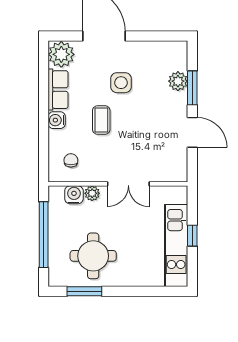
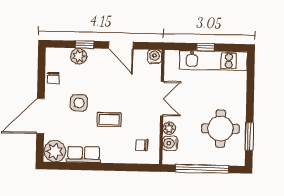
chair: (151, 51) -> (53, 78), added
window: (192, 88) -> (84, 45), width x0.67
water cooler: (57, 120) -> (154, 57), moved, turned 180
door: (192, 132) -> (121, 45), swing flipped

